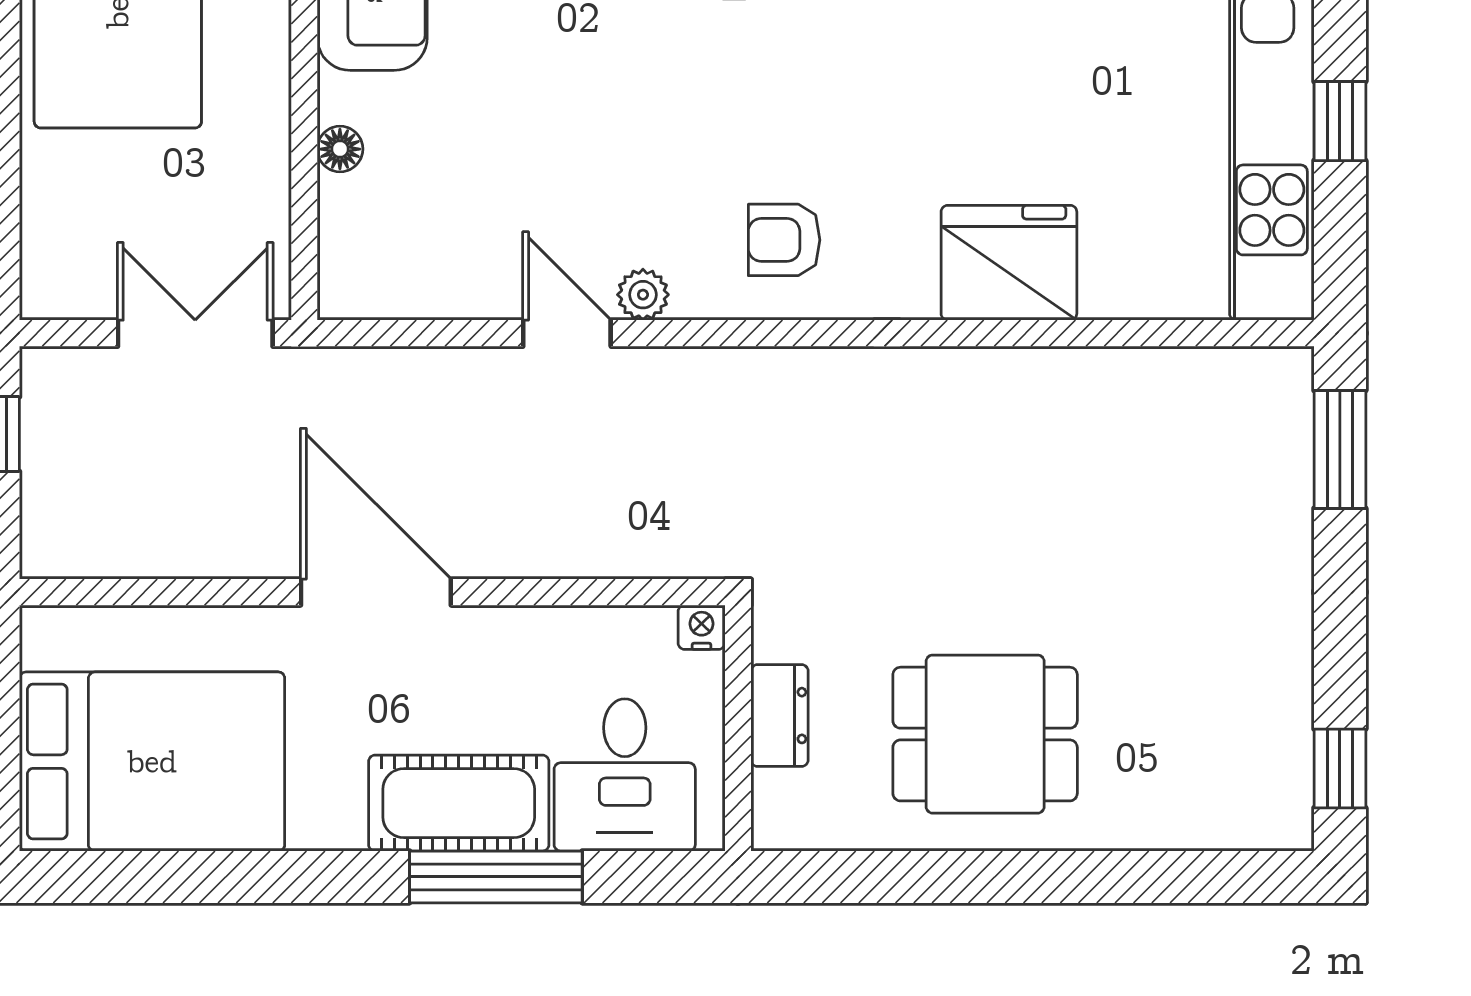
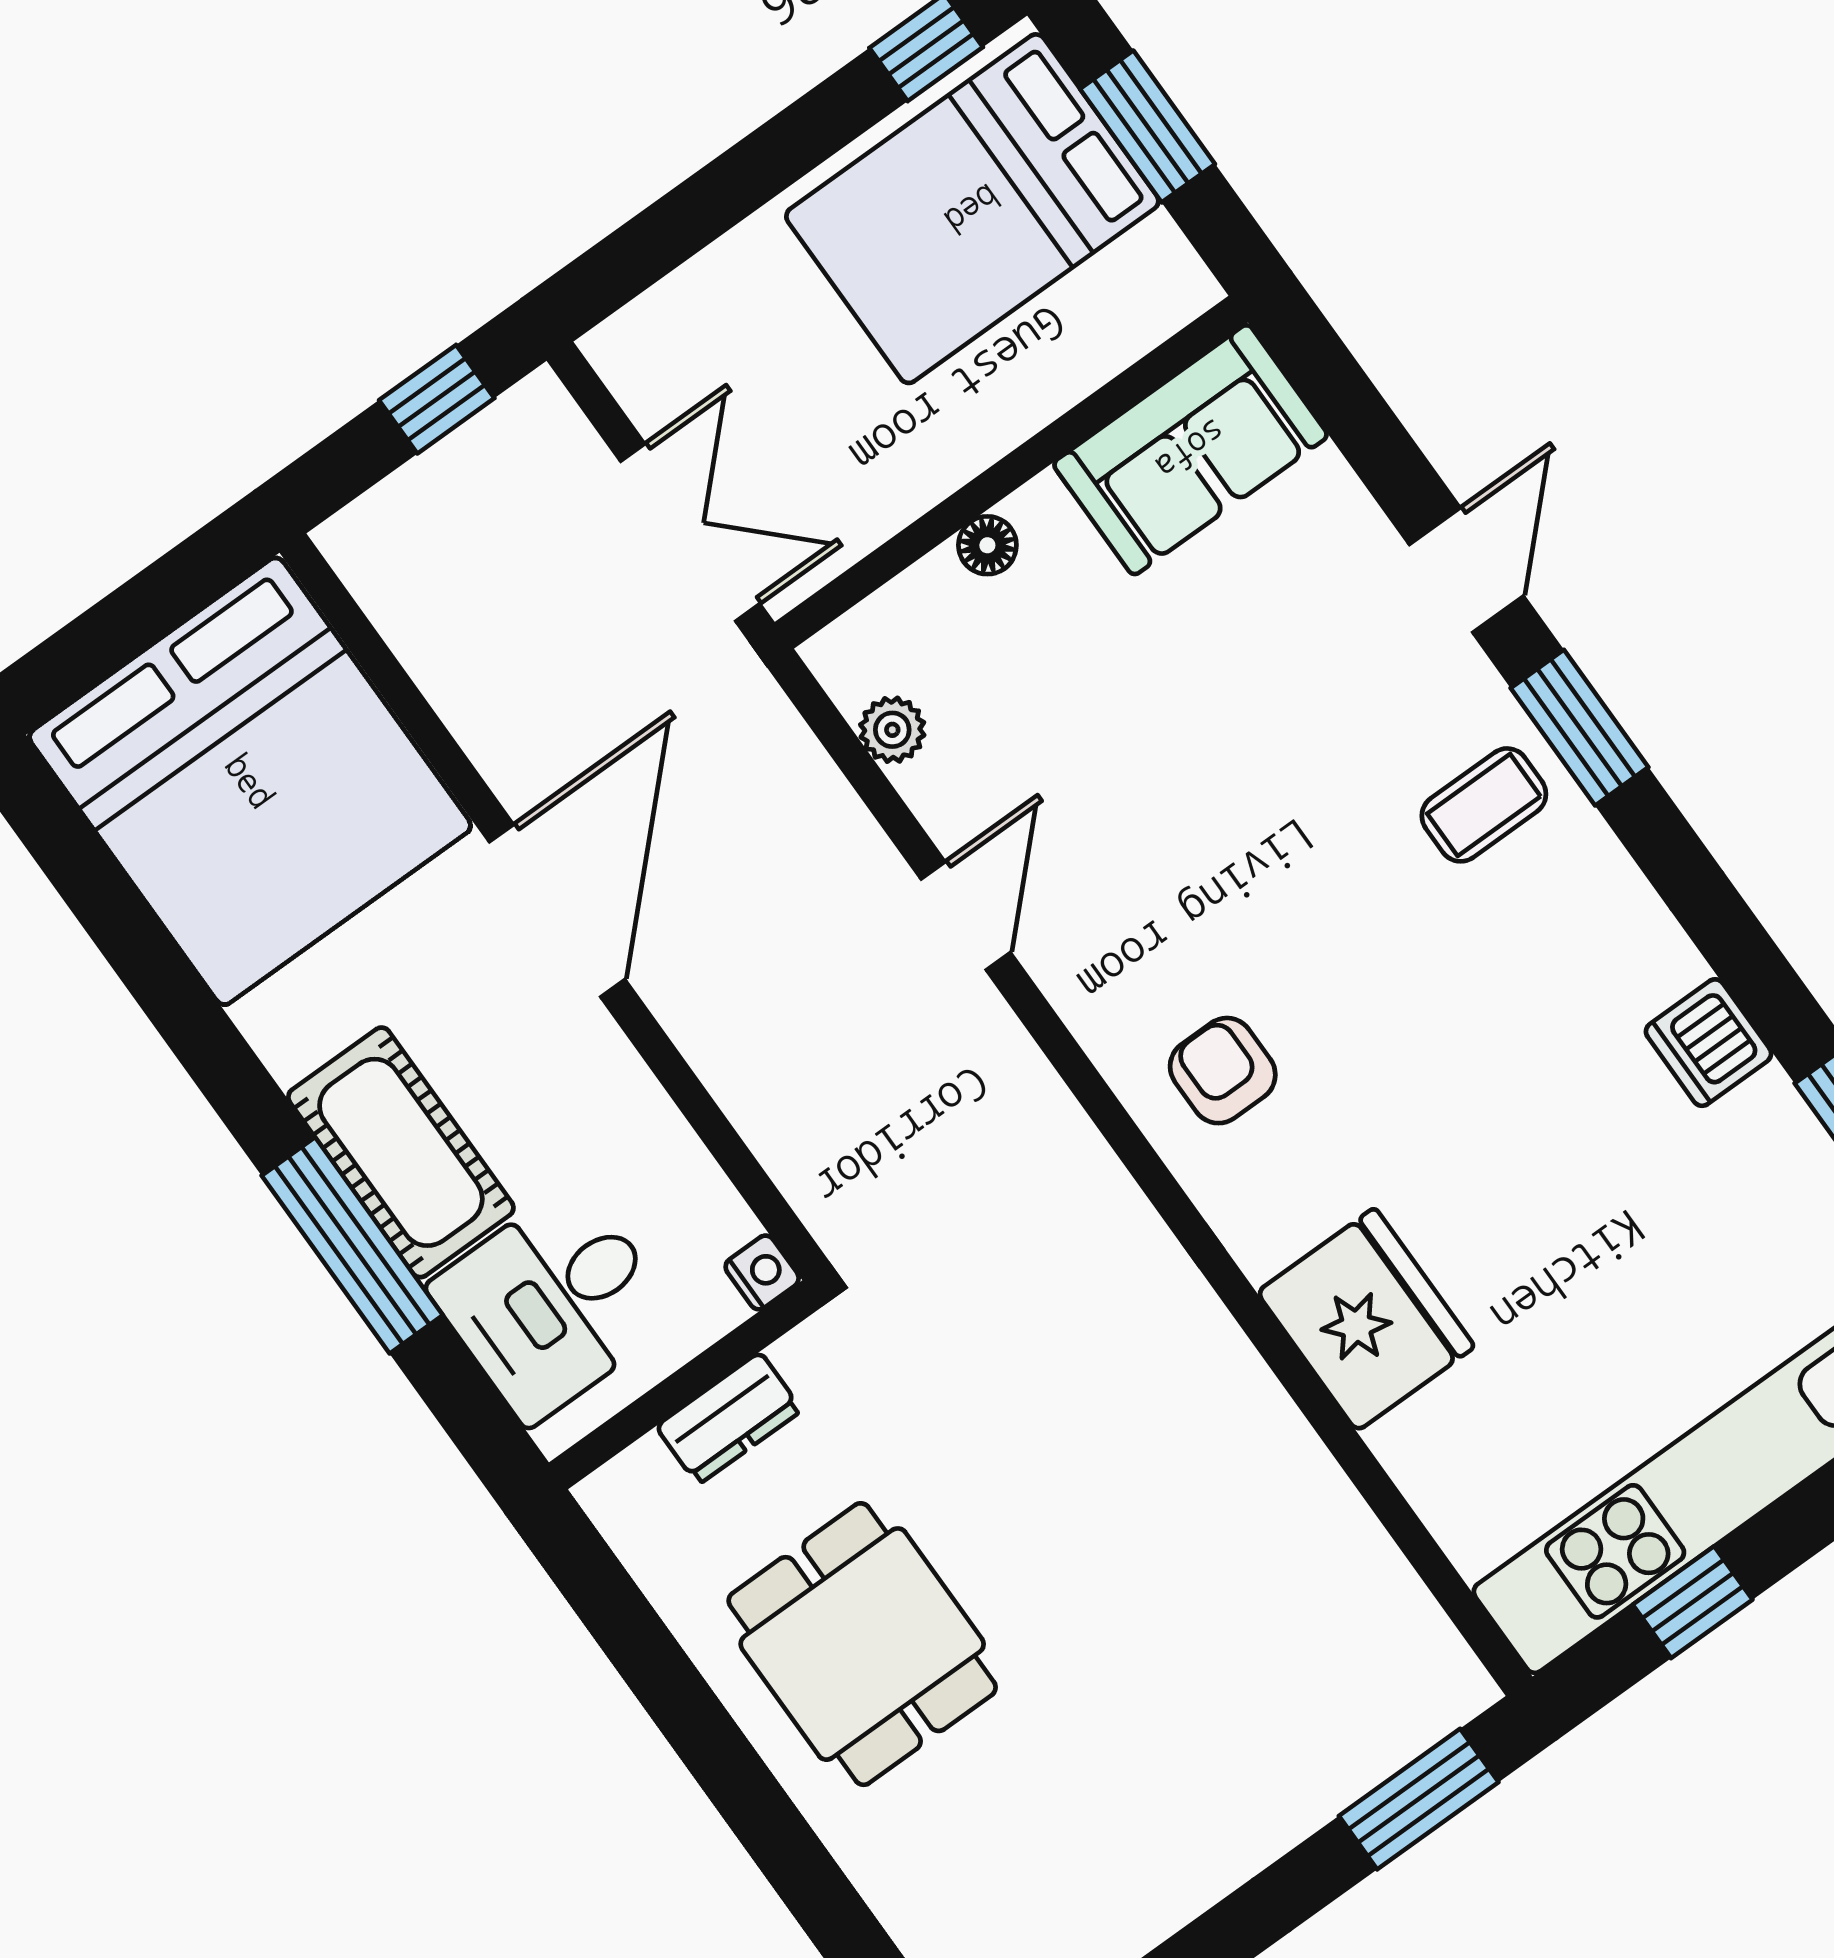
window: (1340, 121) -> (1693, 1602), moved
plant: (643, 295) -> (892, 730), moved
bed: (152, 762) -> (250, 781), width x1.36

